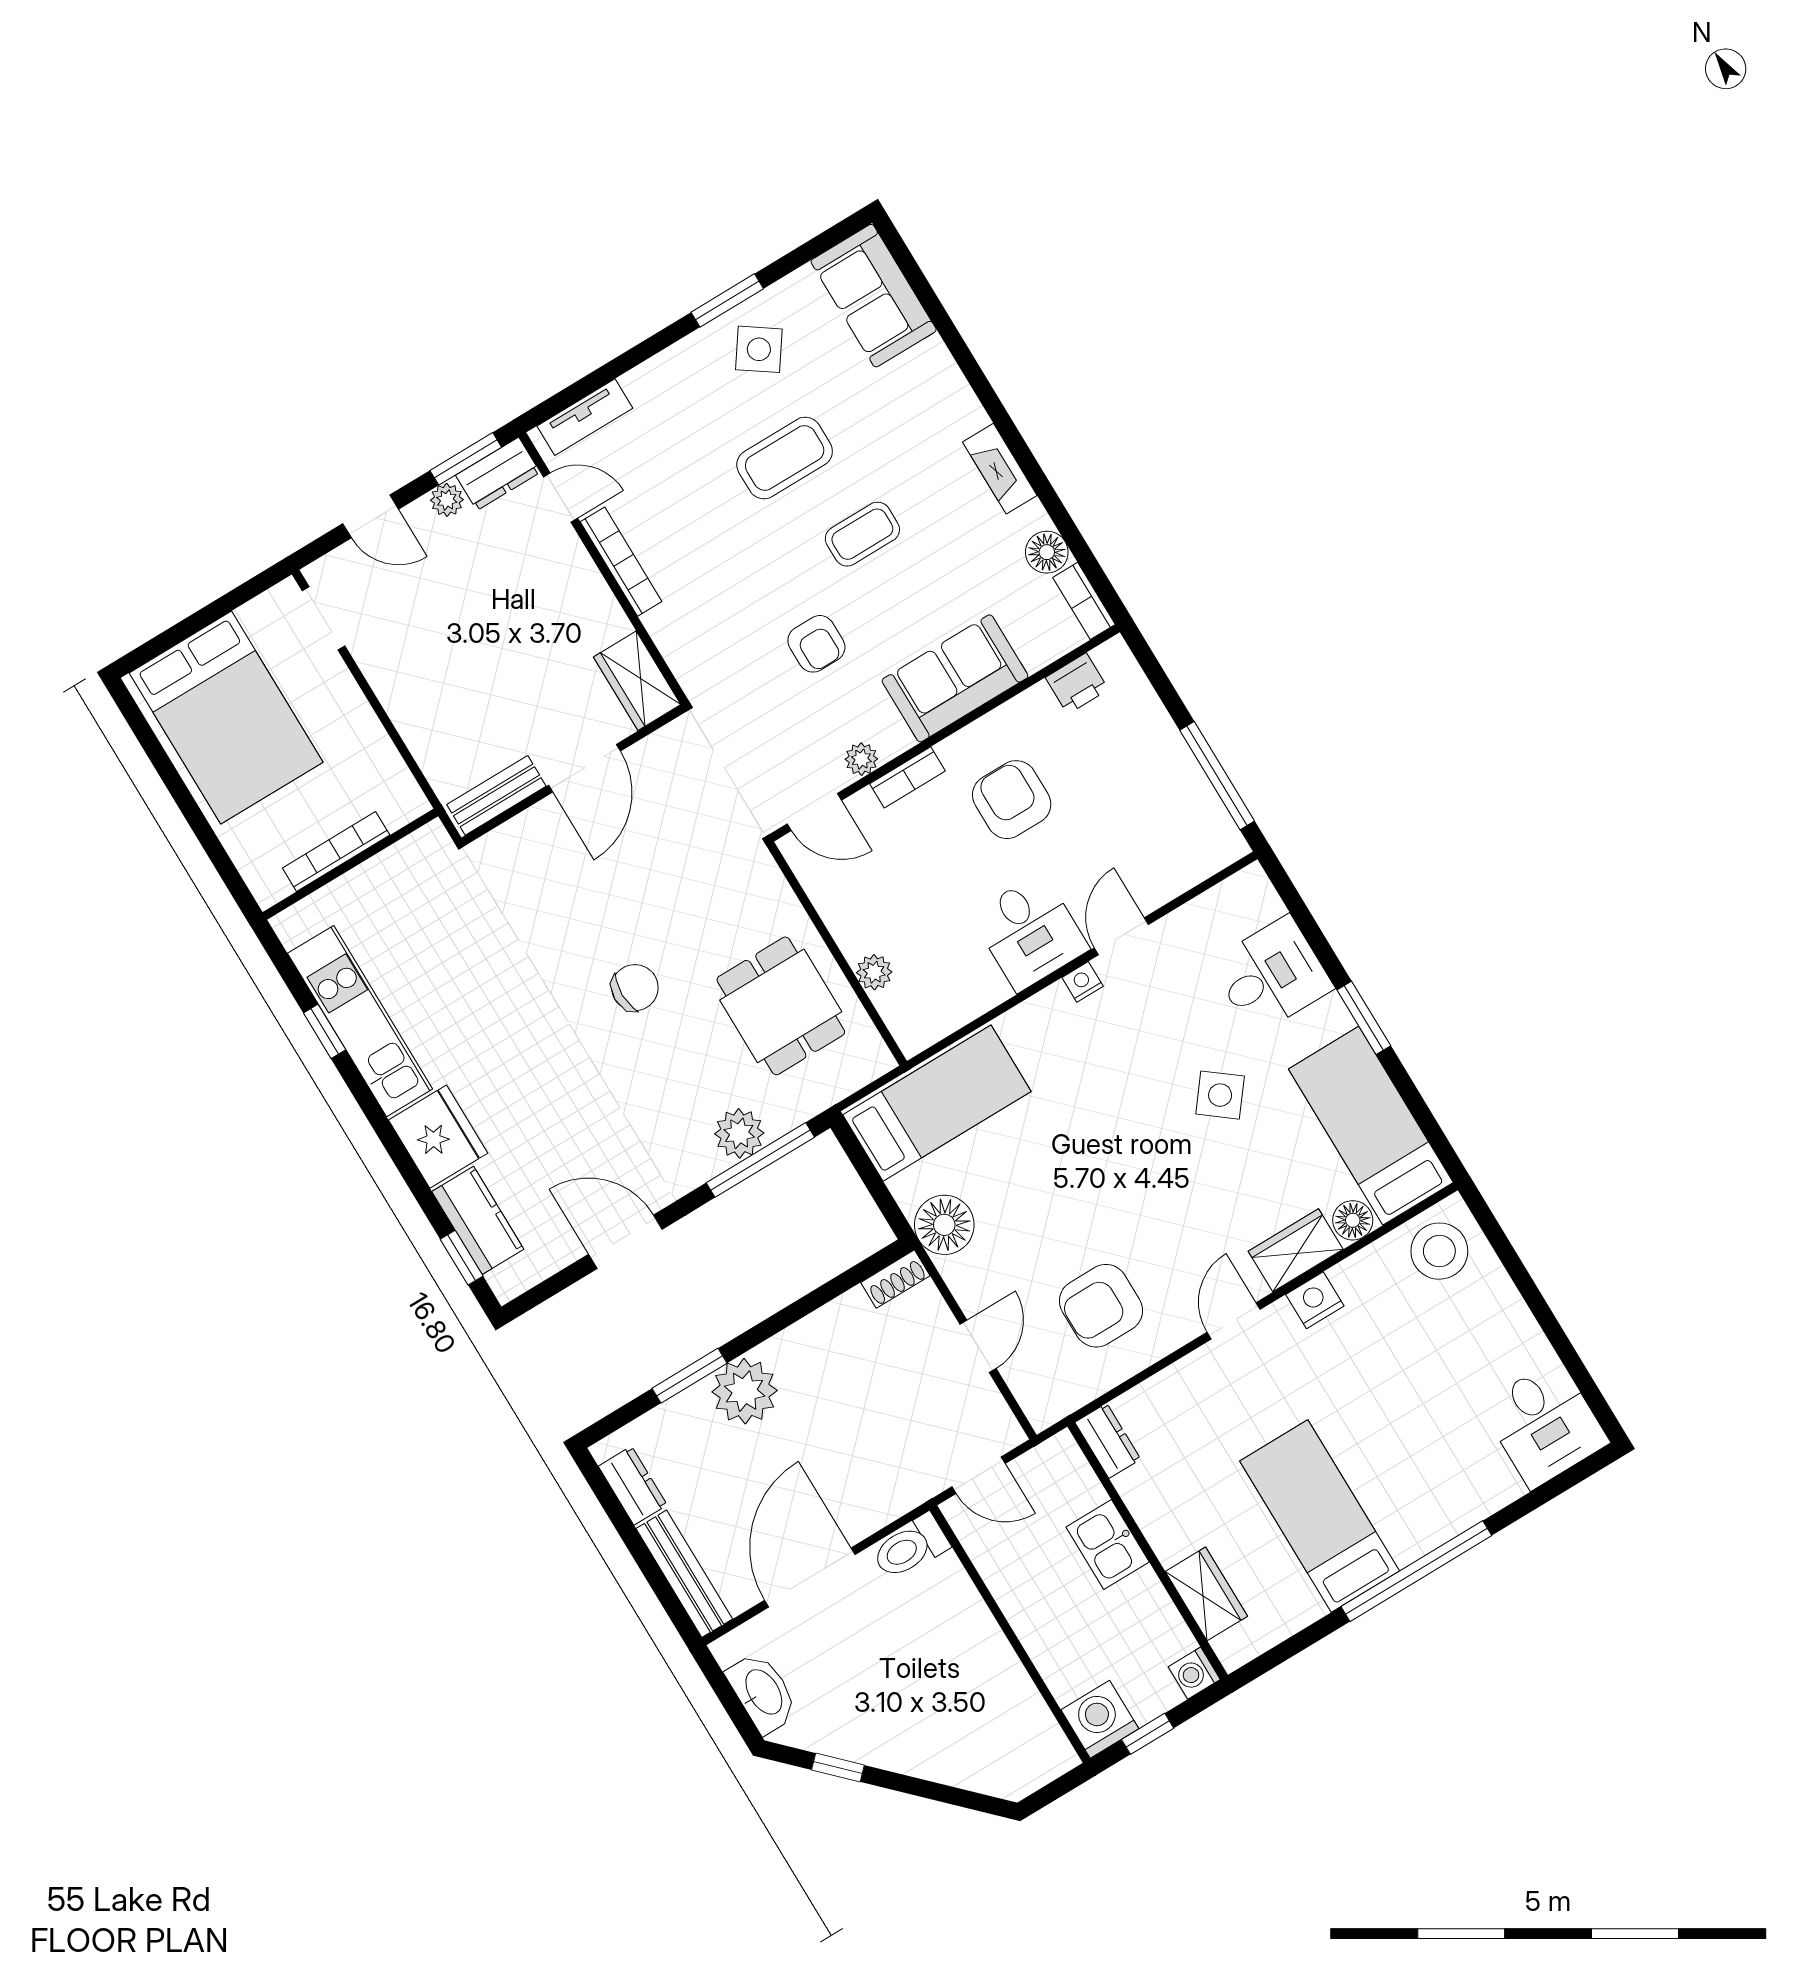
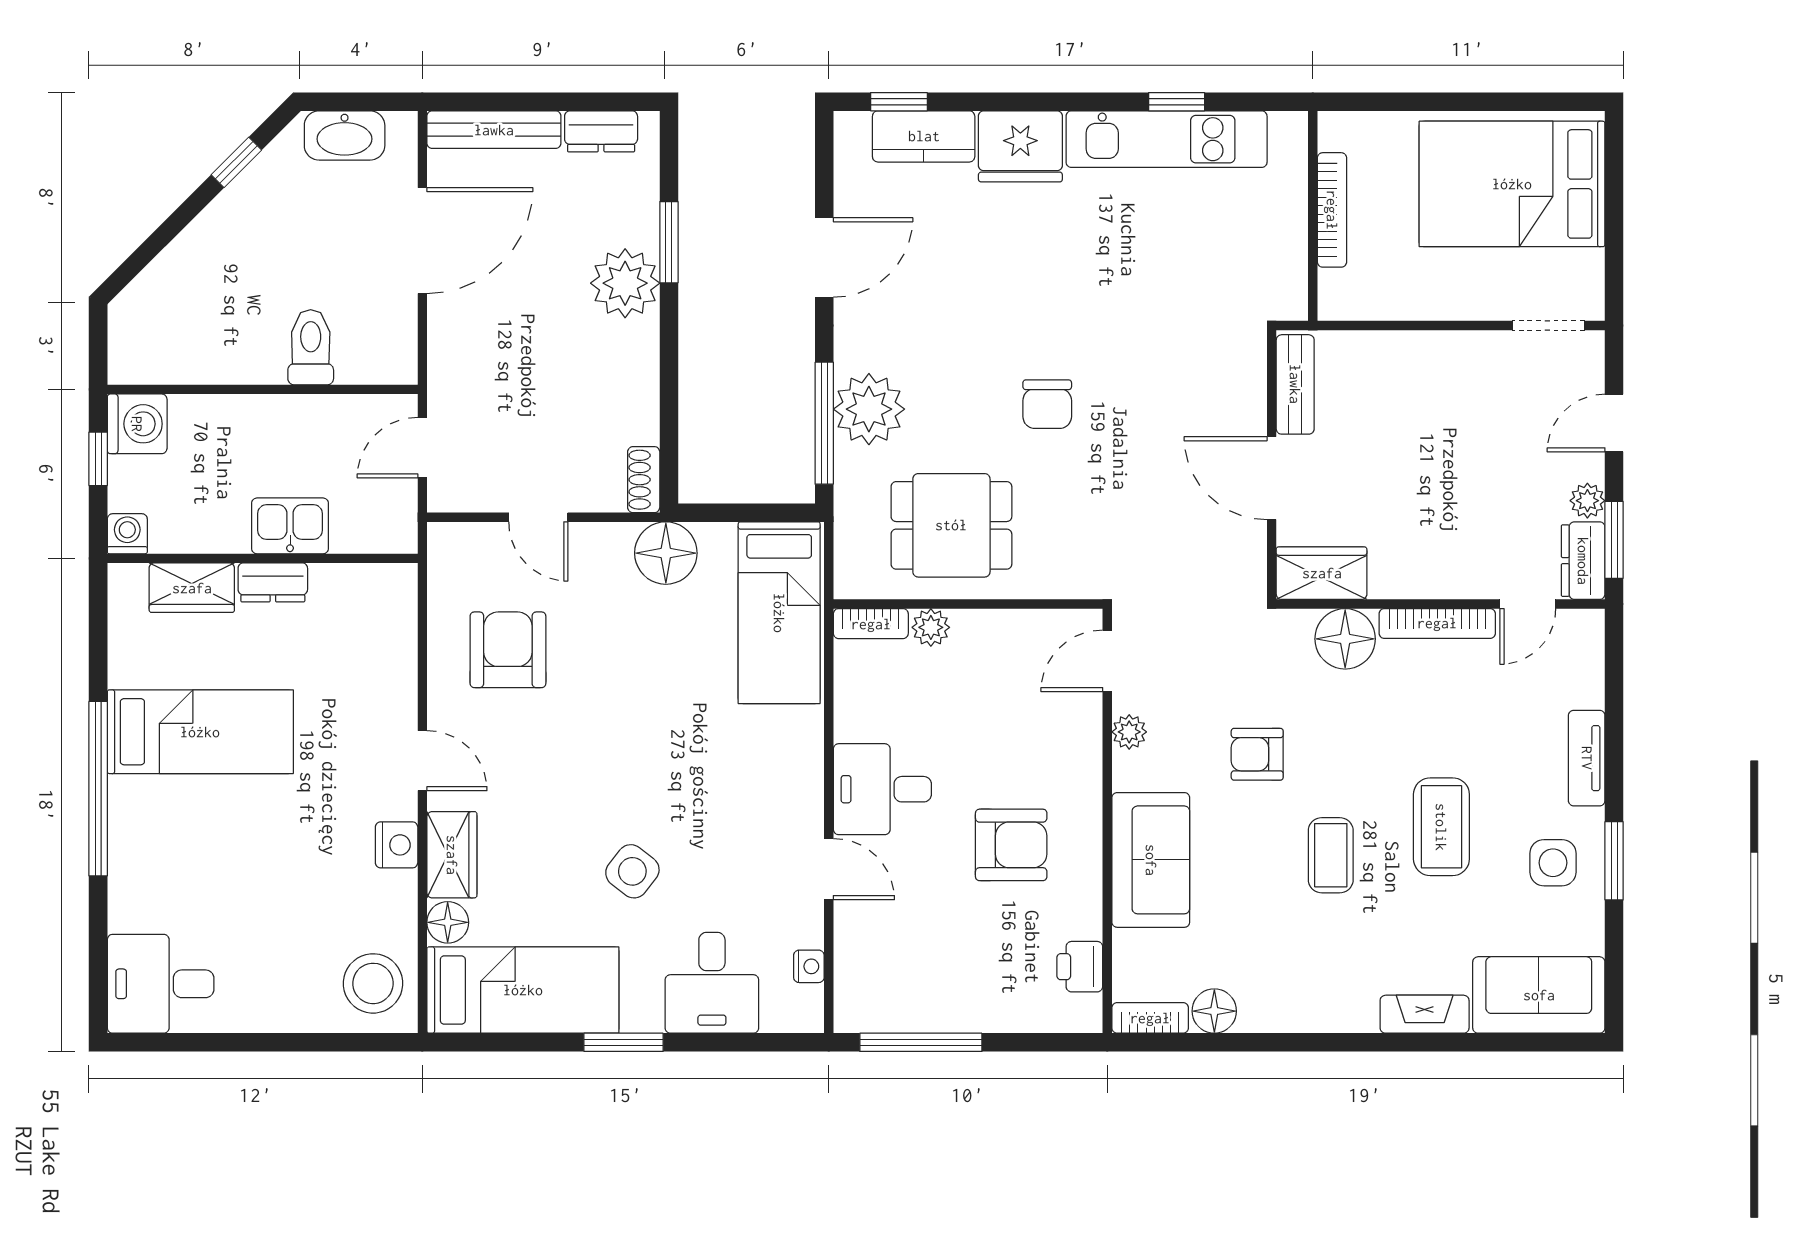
side table: (759, 349) -> (1553, 863), turned -35
tv unit: (585, 417) -> (1587, 758), moved
fireplace: (1000, 469) -> (1425, 1014), moved
floor lamp: (679, 629) -> (1345, 639), added
bookcase: (907, 777) -> (871, 624), moved, turned -90
nightstand: (1083, 982) -> (809, 966), moved
plant: (739, 1133) -> (869, 409), width x1.36, depth x1.36
dresser: (1108, 1441) -> (273, 582), moved
toilet: (910, 1547) -> (311, 347), moved
door: (810, 1577) -> (422, 241), hinge flipped

